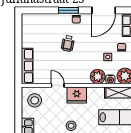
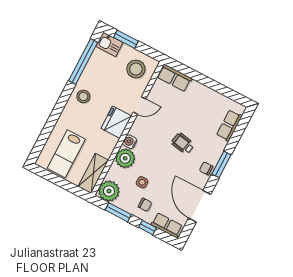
row of seats: (40, 19) -> (229, 125), added
row of seats: (27, 66) -> (174, 78), width x0.68
water cooler: (110, 79) -> (130, 142), moved
window: (18, 117) -> (126, 39), added

